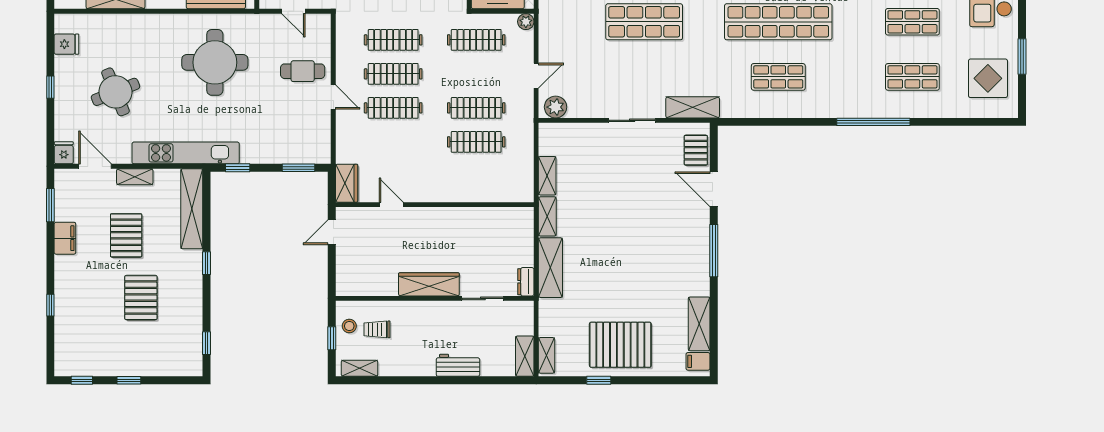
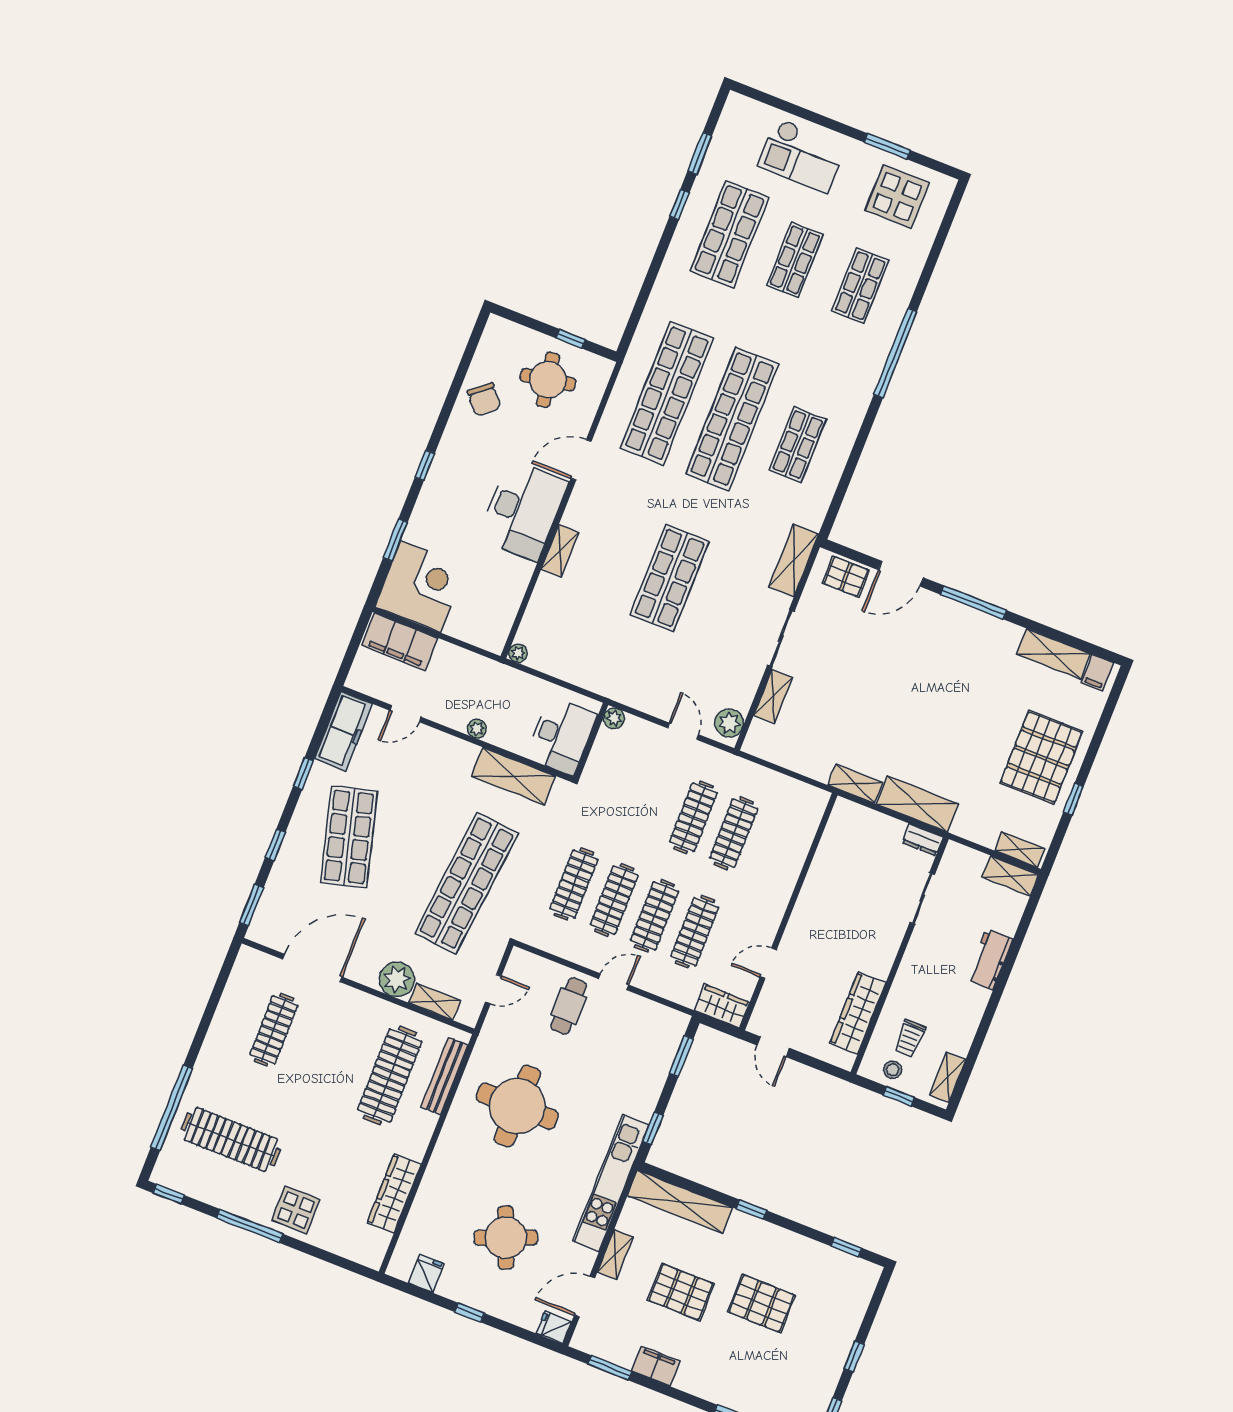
clothes rail: (476, 40) -> (695, 932), moved
shelving: (547, 176) -> (773, 696), moved, turned 90
wardrobe: (429, 284) -> (858, 1013), moved

